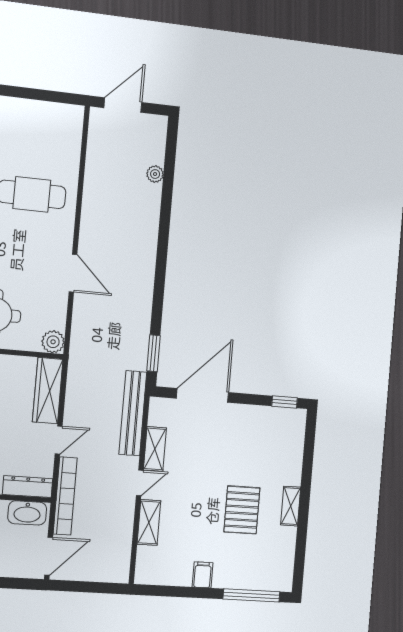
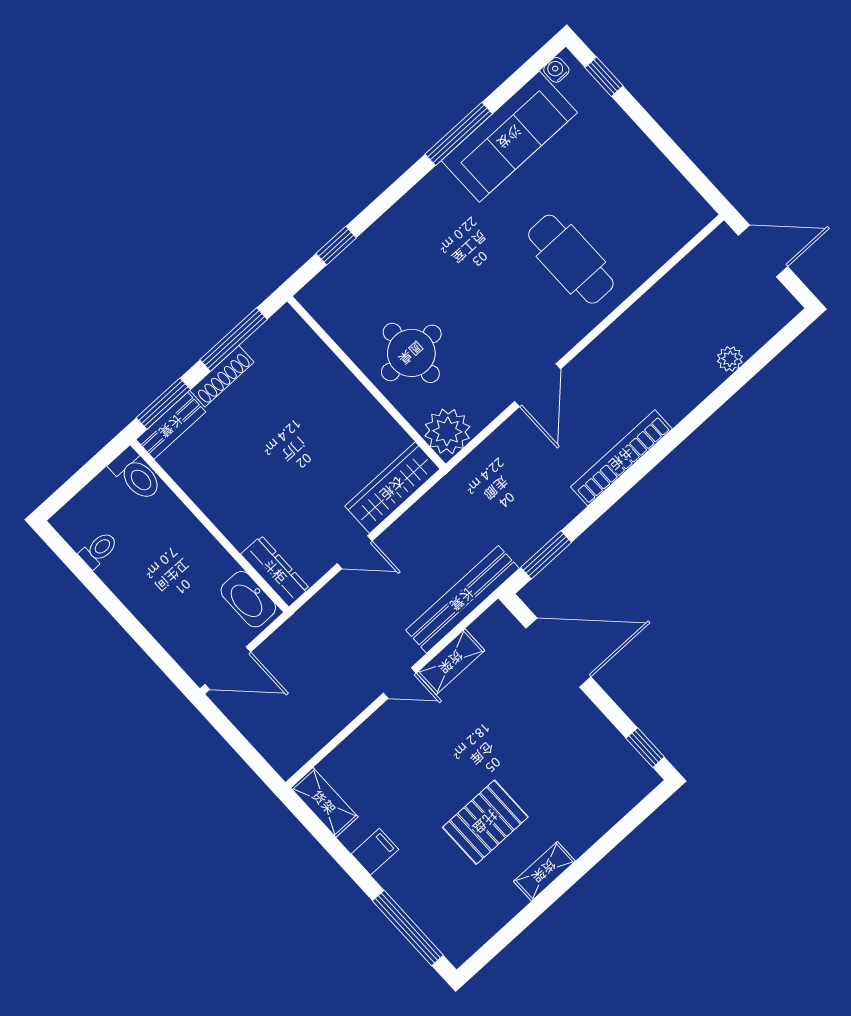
plant: (53, 342) -> (447, 431), width x1.36, depth x1.36
bookcase: (65, 496) -> (621, 458), moved, turned 180
shelving: (149, 522) -> (324, 802), moved, turned 90

